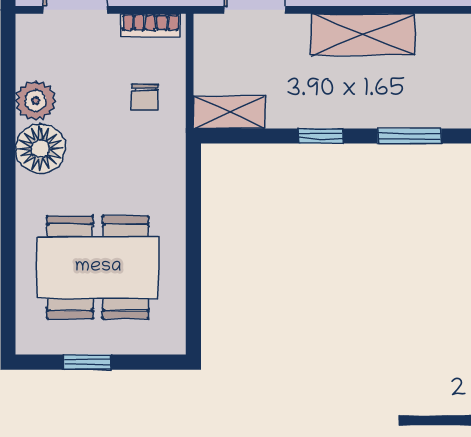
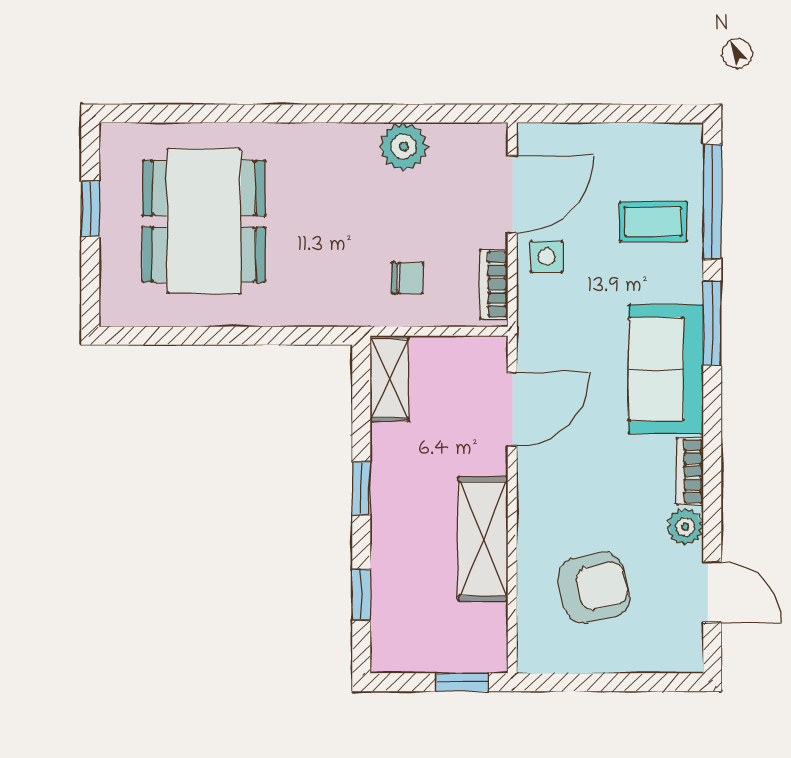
chair: (145, 98) -> (407, 278), turned 180
window: (410, 136) -> (361, 595), width x0.67
floor lamp: (40, 149) -> (346, 152), removed

